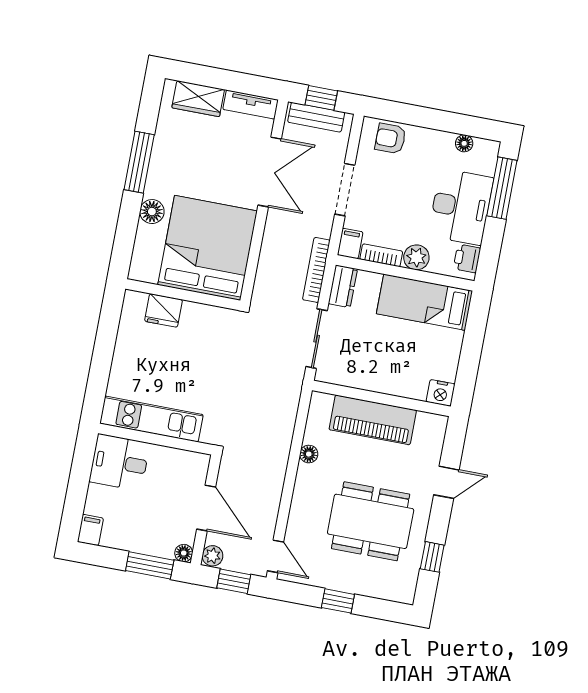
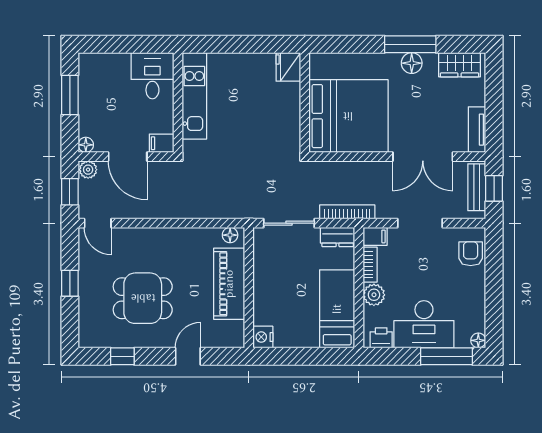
wardrobe: (198, 99) -> (460, 65), moved, turned -90
floor lamp: (464, 143) -> (478, 340), moved
floor lamp: (152, 212) -> (412, 63), moved
fridge: (164, 310) -> (288, 67), moved
floor lamp: (309, 454) -> (230, 235), moved
door: (446, 482) -> (188, 356), swing flipped
door: (206, 508) -> (128, 157), hinge flipped
dining table: (371, 521) -> (143, 298), width x0.73
filing cabinet: (90, 530) -> (162, 143), moved, turned 180
door: (275, 556) -> (98, 223), hinge flipped
window: (150, 565) -> (70, 95), moved

